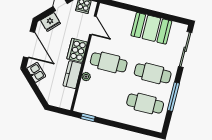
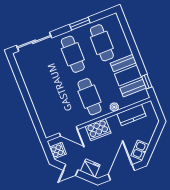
door: (93, 25) -> (68, 131), swing flipped
booth: (151, 28) -> (128, 76), moved
kitchen counter: (72, 75) -> (132, 115), moved
window: (173, 97) -> (80, 24), width x0.69

